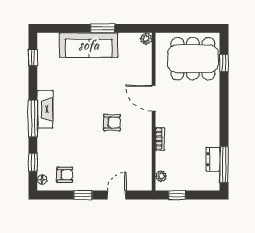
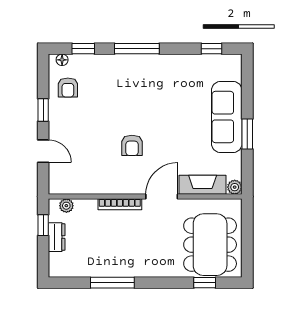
fireplace: (45, 109) -> (203, 185), moved, turned 180
bookcase: (160, 139) -> (120, 204), width x1.56
dresser: (213, 159) -> (57, 237), moved, turned 90
window: (224, 164) -> (112, 283), moved

